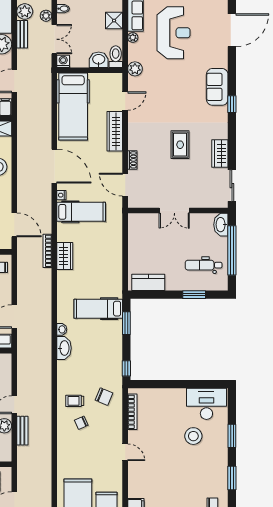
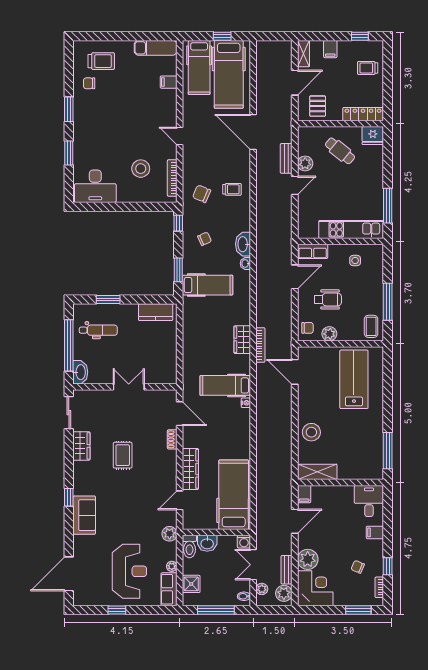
reception desk: (174, 33) -> (129, 571), turned 180
door: (54, 166) -> (253, 132), moved
chair: (81, 423) -> (205, 239), moved
stool: (193, 436) -> (141, 169), moved

